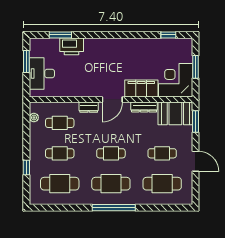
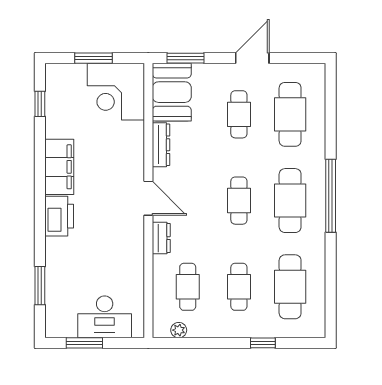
printer: (72, 46) -> (59, 216), moved
filing cabinet: (141, 89) -> (59, 167), moved, turned 180

